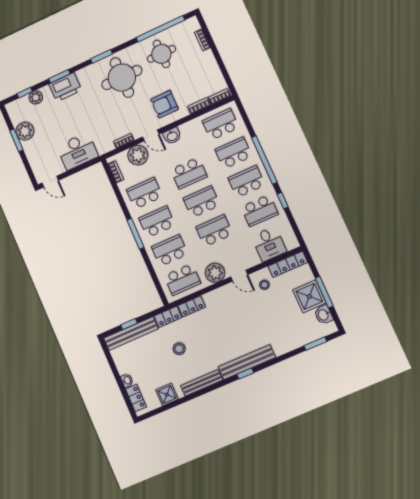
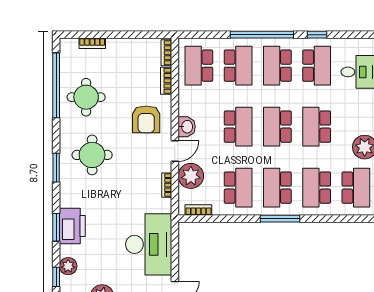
round table: (122, 78) -> (92, 155), width x0.73, depth x0.73
desk: (77, 151) -> (149, 244), width x1.36, depth x1.30
school desk: (234, 153) -> (238, 66), turned 180
school desk: (144, 193) -> (238, 188), turned 180

